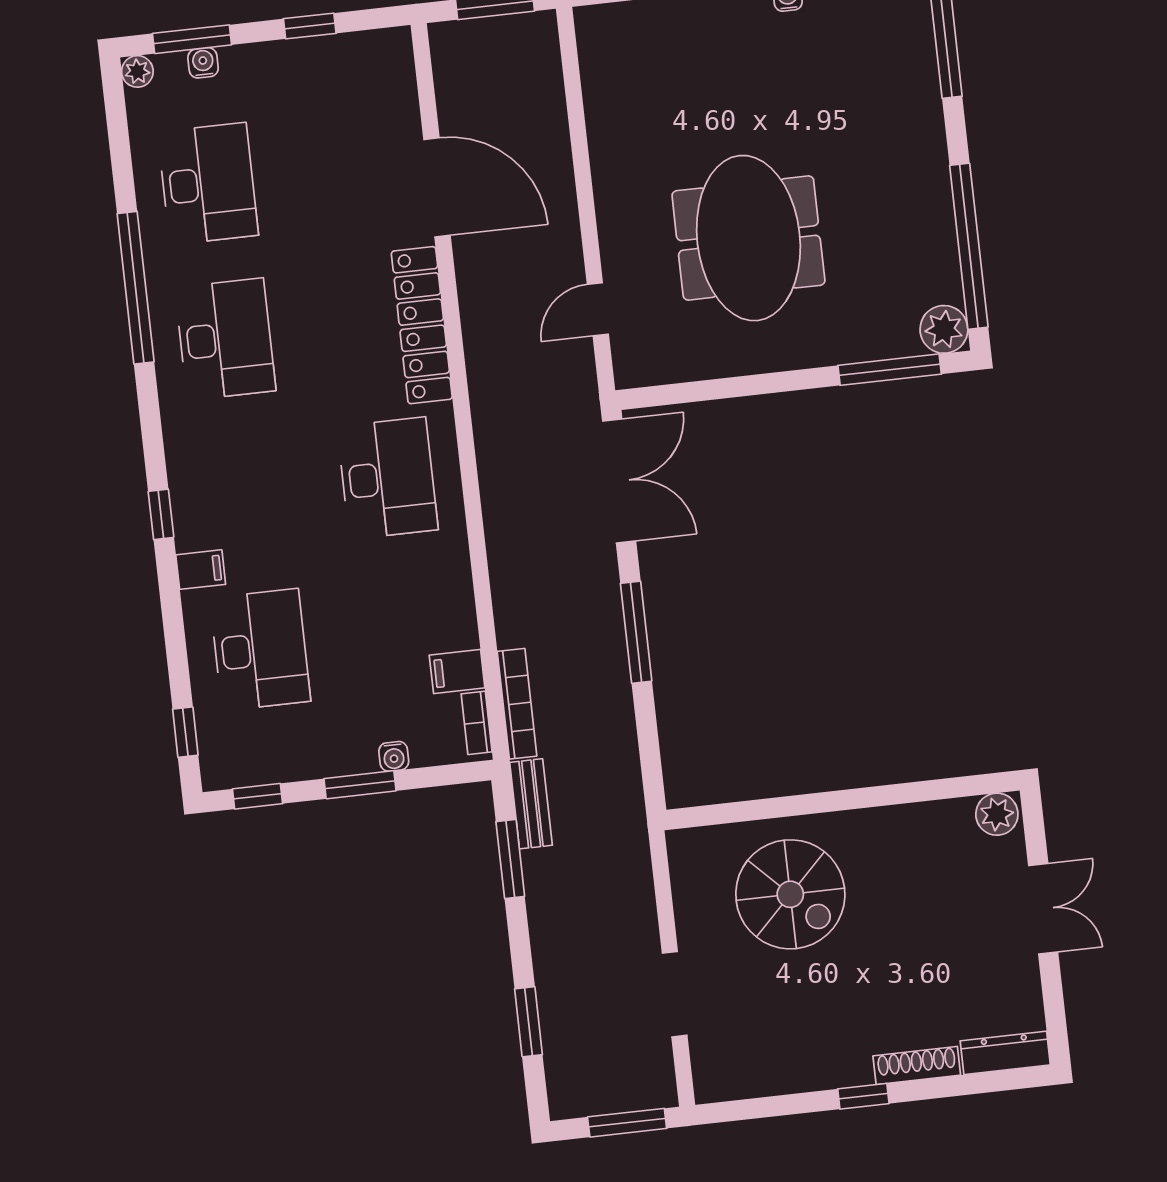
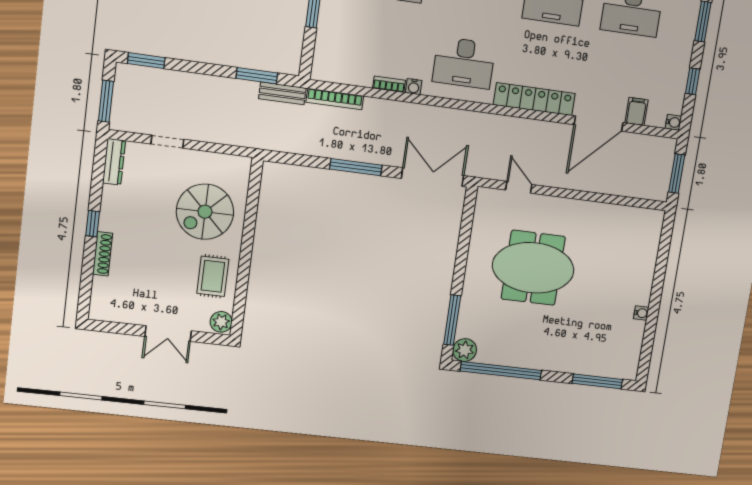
water cooler: (203, 63) -> (673, 122), moved
double door: (619, 481) -> (433, 177), swing flipped
filing cabinet: (457, 671) -> (637, 111), moved
bookcase: (477, 723) -> (389, 84), moved
water cooler: (394, 756) -> (414, 87), moved, turned -90
rug: (911, 851) -> (213, 276), added
doorway: (675, 994) -> (167, 142), width x0.73
window: (529, 1022) -> (146, 61), moved
dresser: (1005, 1053) -> (114, 162), moved

